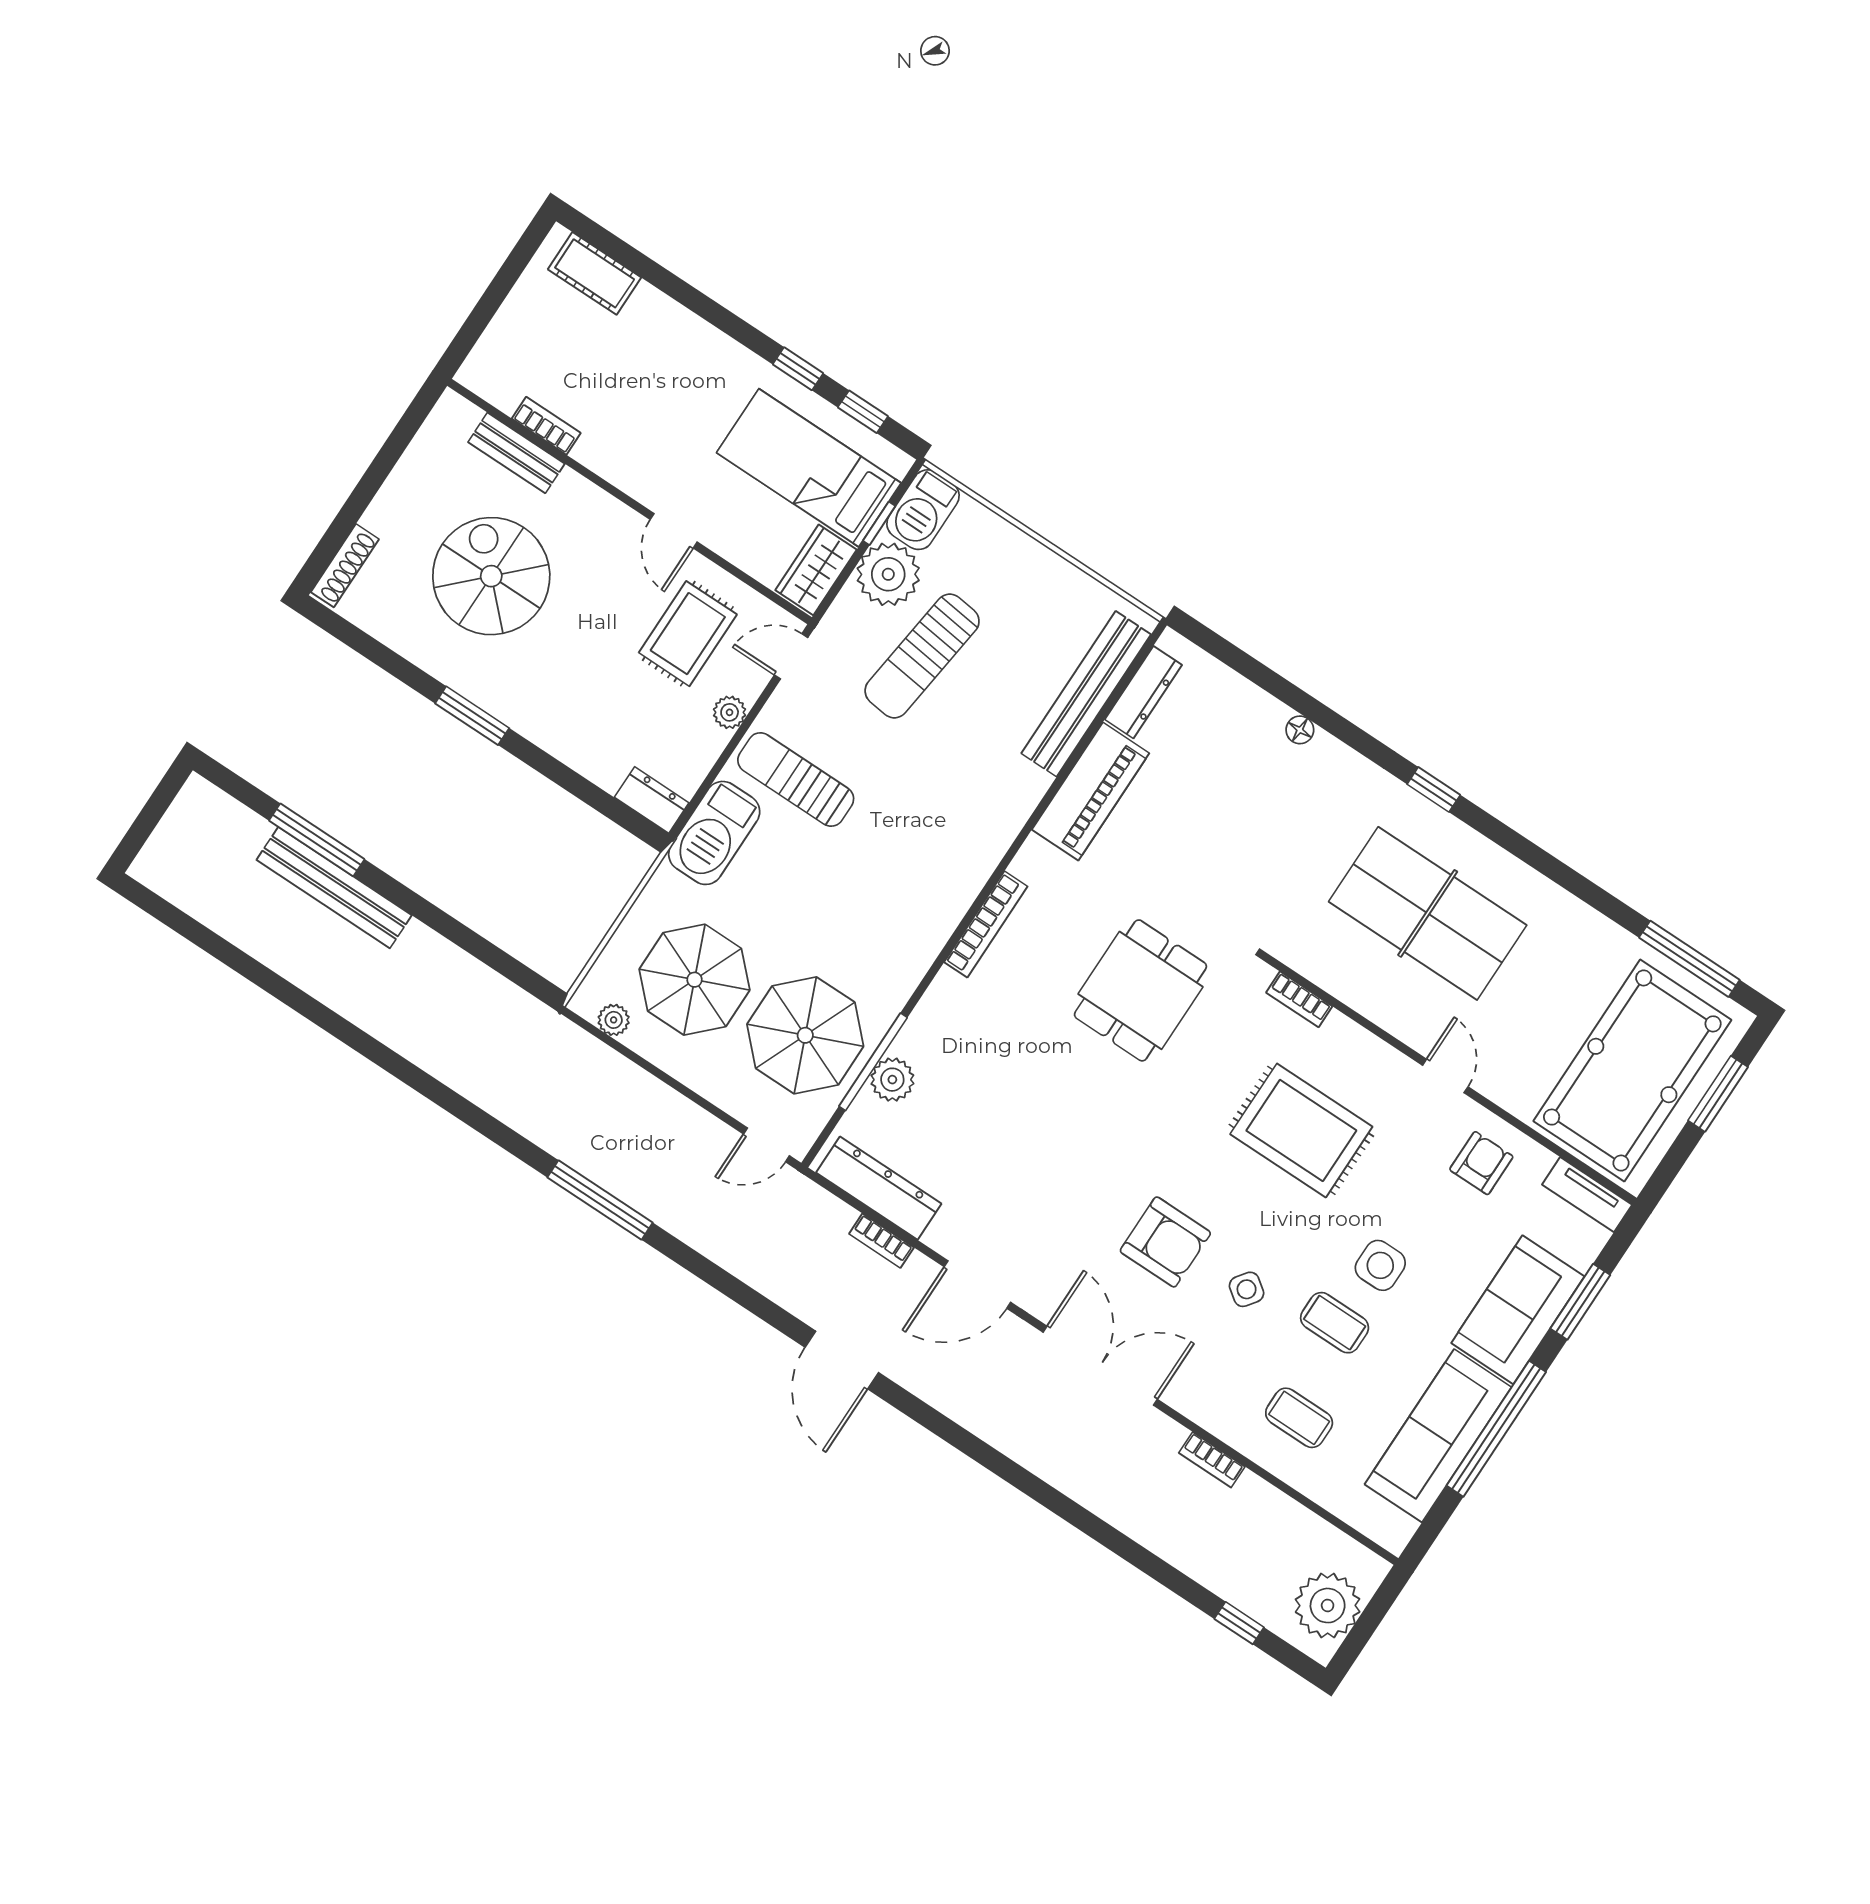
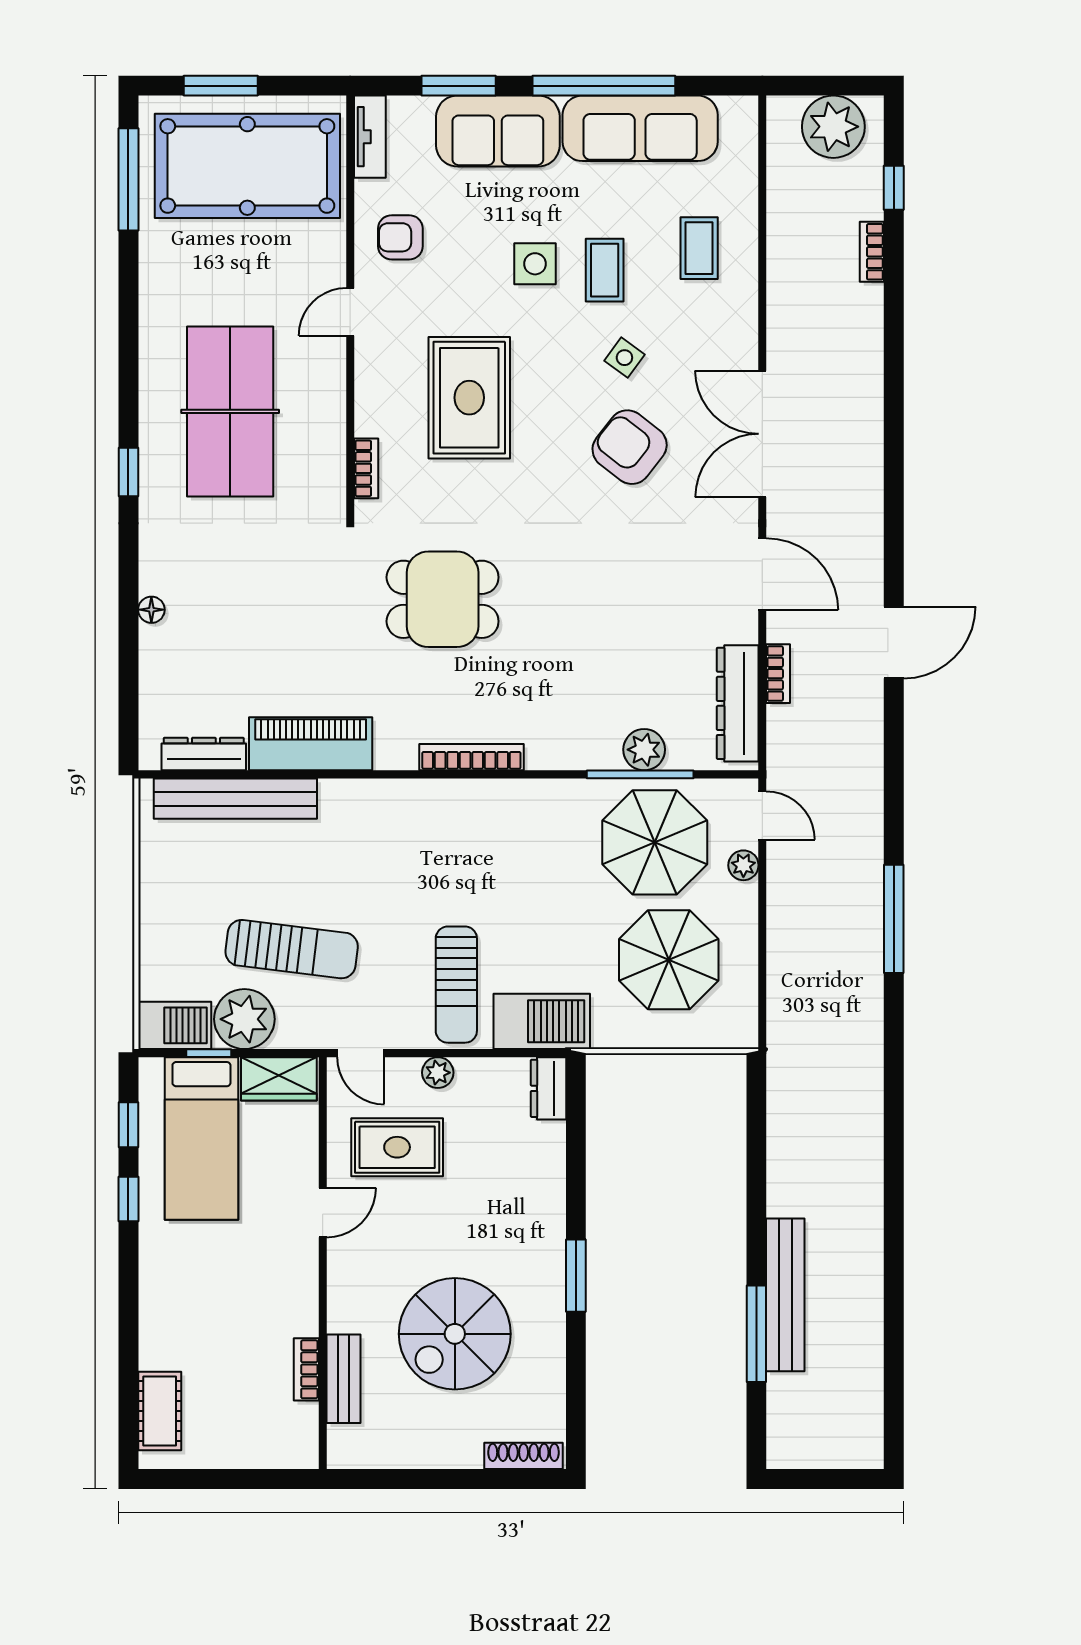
plant: (614, 1020) -> (743, 865), moved
armchair: (1165, 1242) -> (630, 447), turned -52
bookcase: (1212, 1460) -> (872, 252), moved, turned 180

